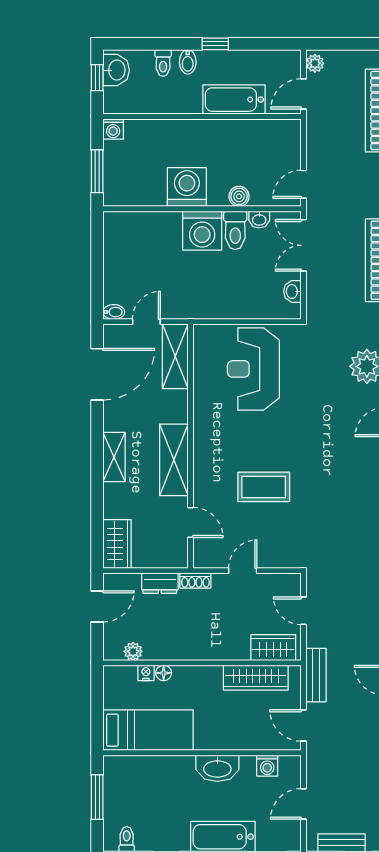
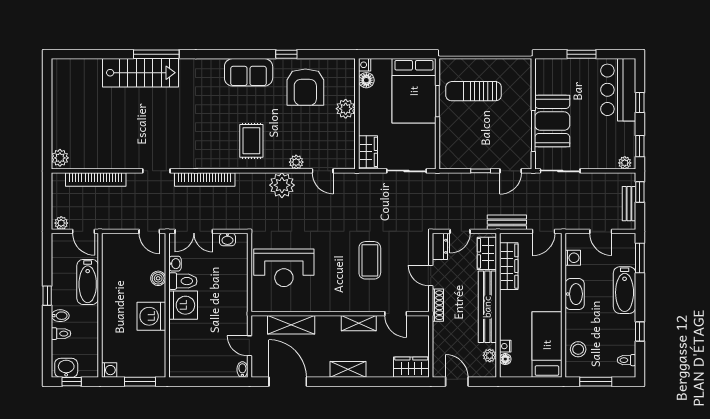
shelving: (175, 356) -> (291, 325), moved
shelving: (174, 460) -> (359, 323), width x0.67, depth x0.75
door: (190, 522) -> (396, 314), swing flipped
shoe rack: (195, 581) -> (438, 305), width x1.43
dresser: (160, 583) -> (440, 246), moved
bench: (200, 648) -> (487, 307), added
floor lamp: (164, 673) -> (505, 359), moved
stool: (142, 773) -> (578, 349), added

